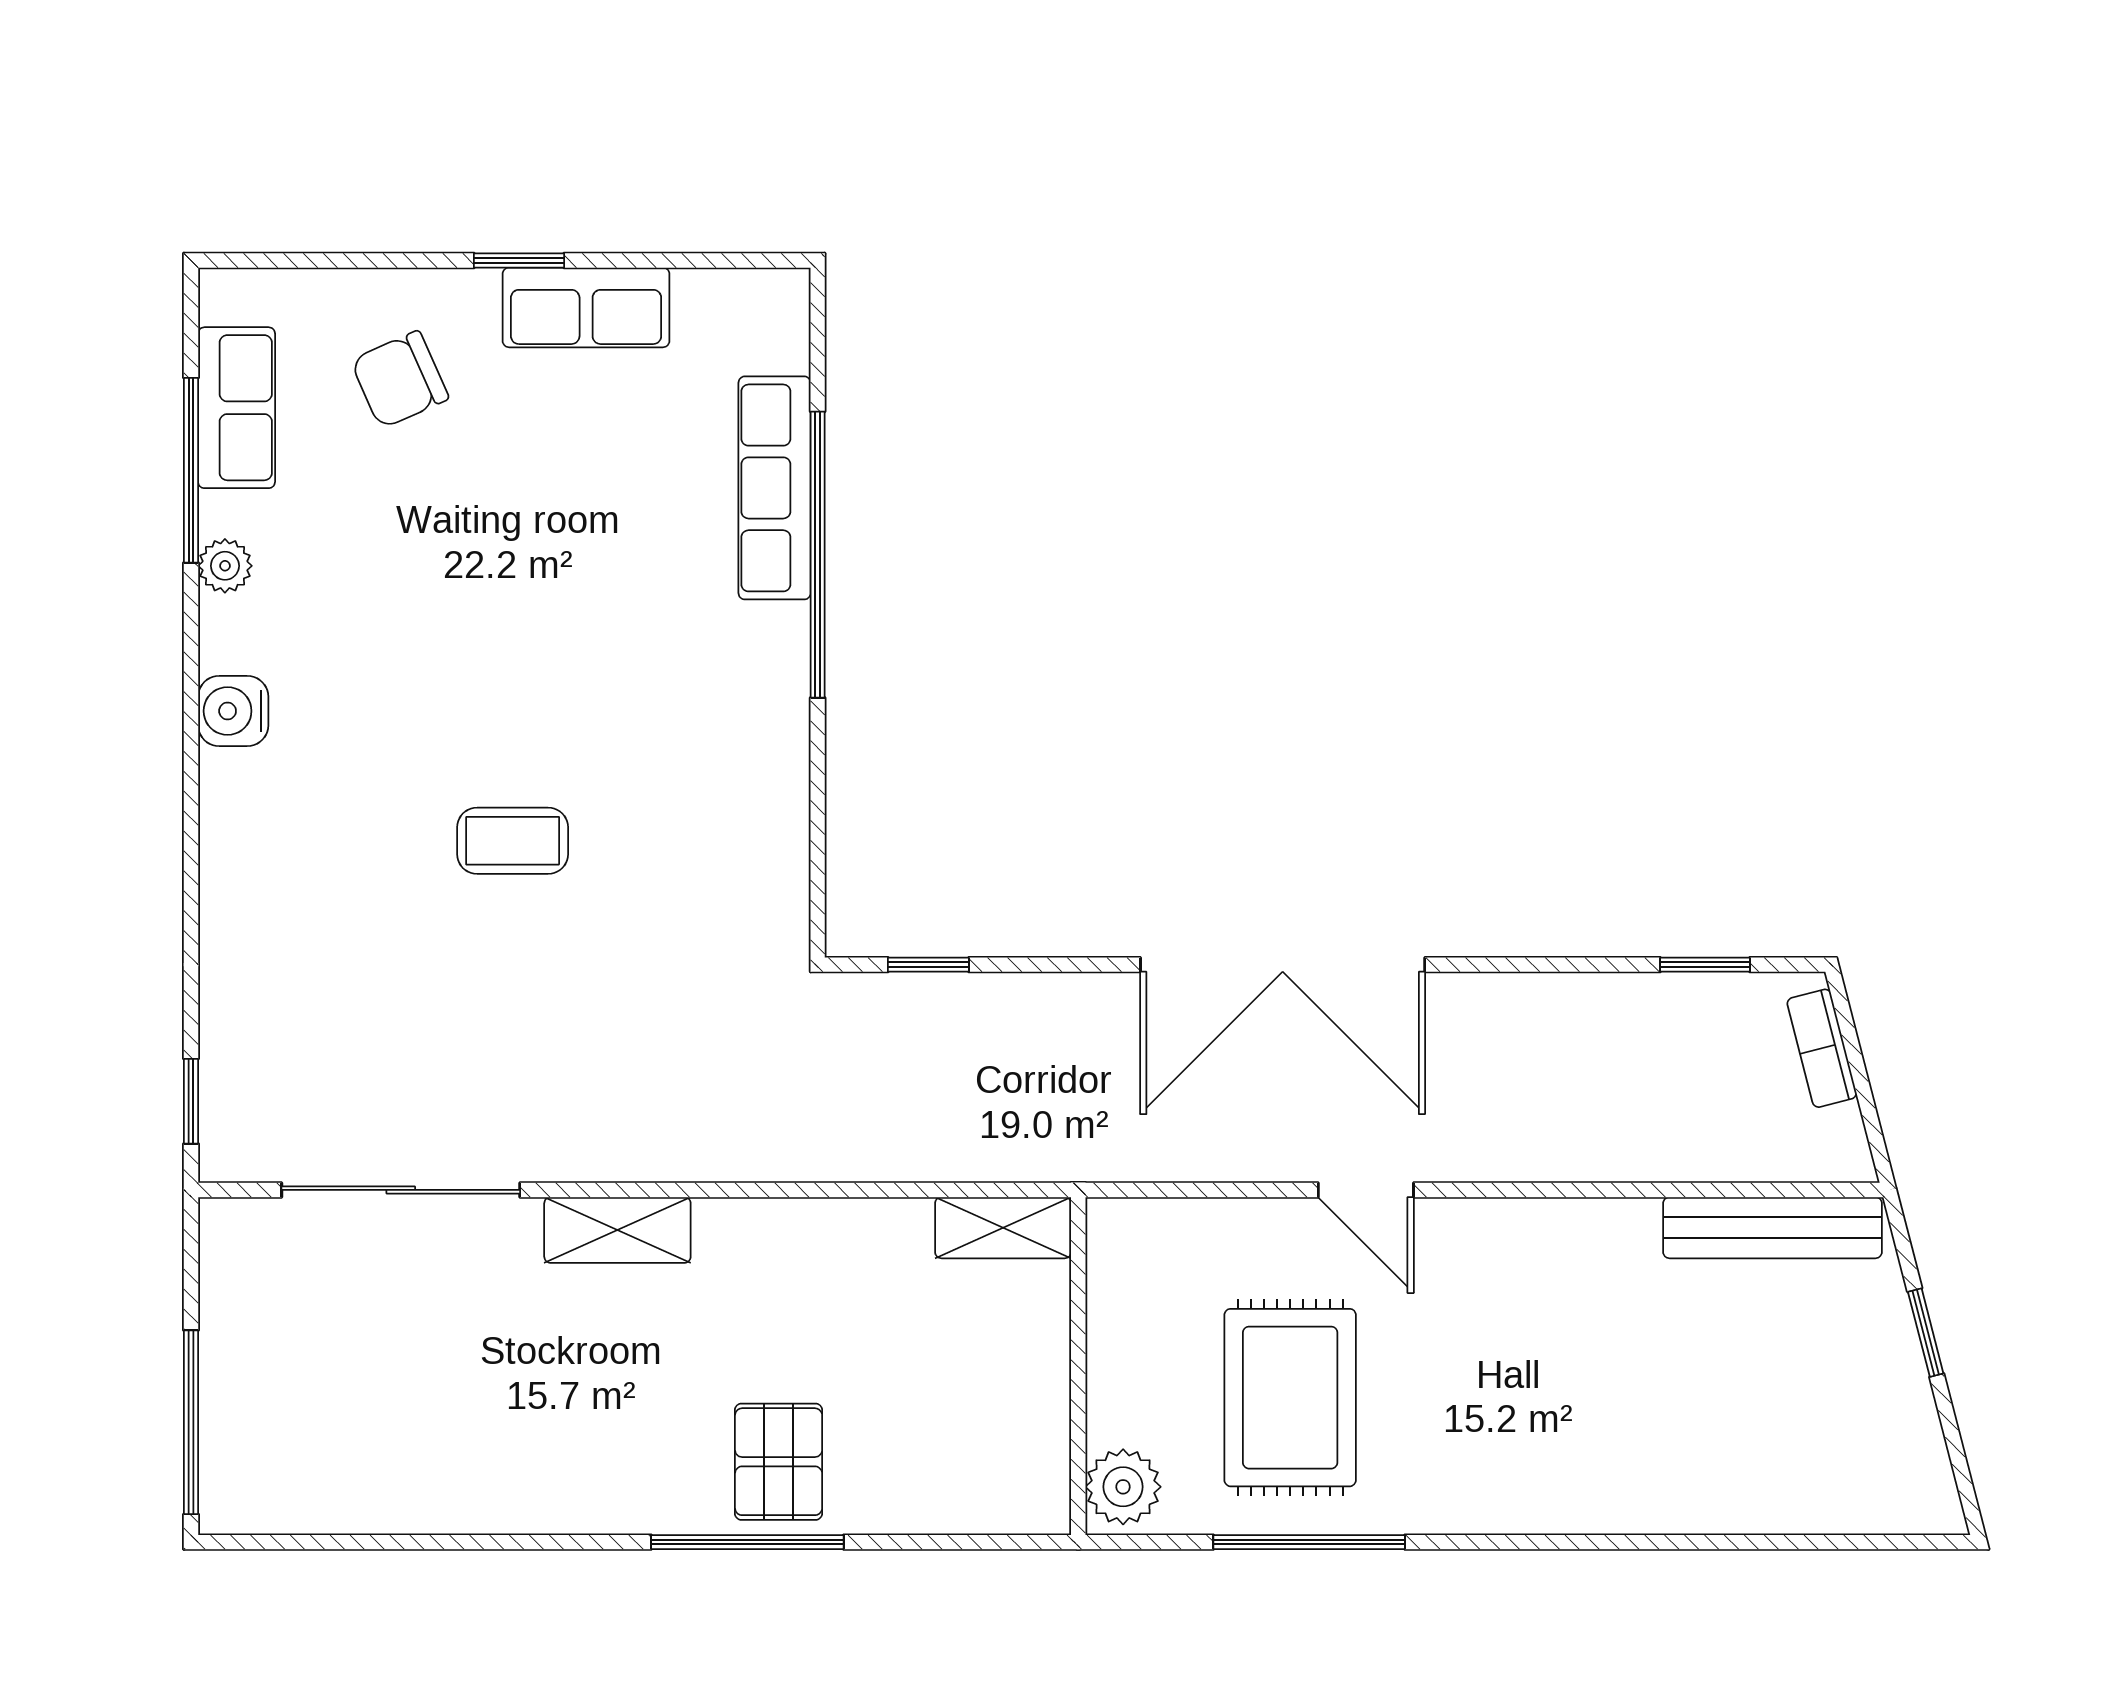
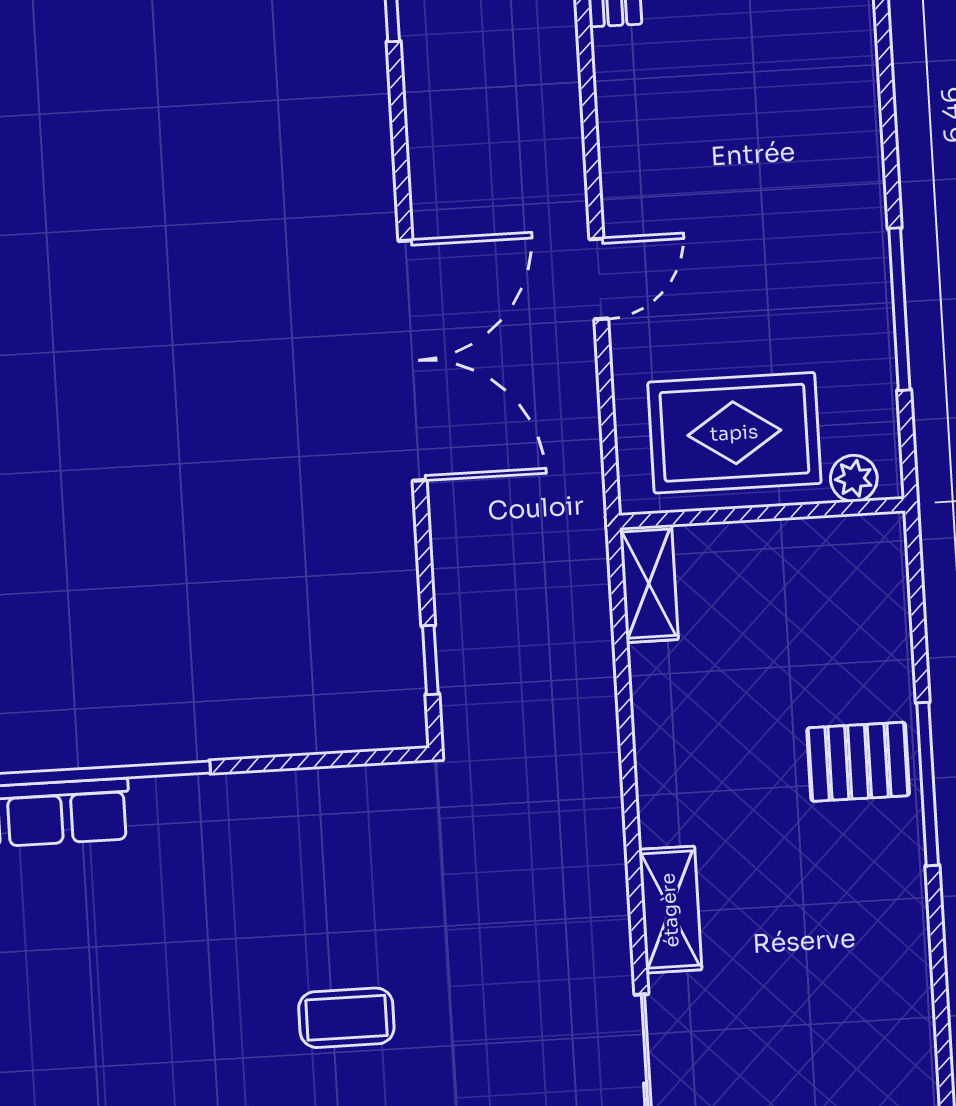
coffee table: (513, 841) -> (346, 1018), turned 90
rug: (1290, 1398) -> (734, 433), moved
plant: (1123, 1487) -> (854, 478), width x0.73, depth x0.73

